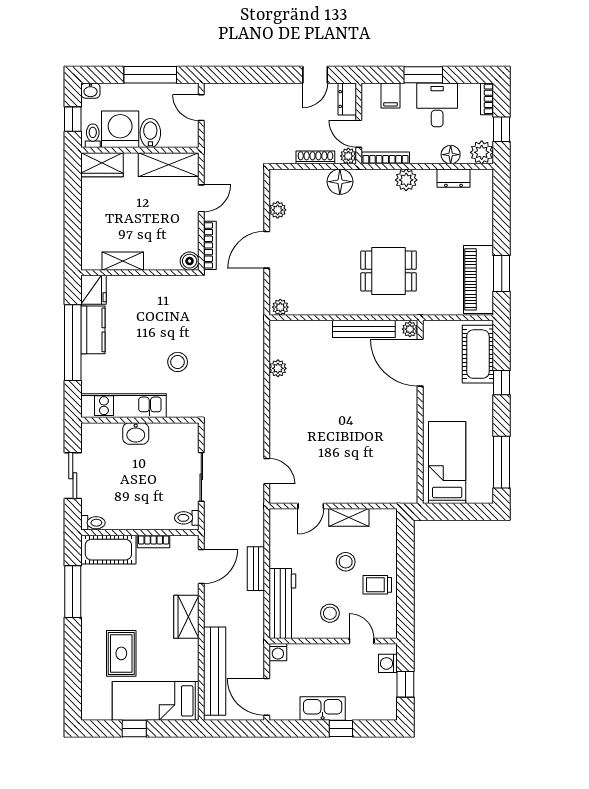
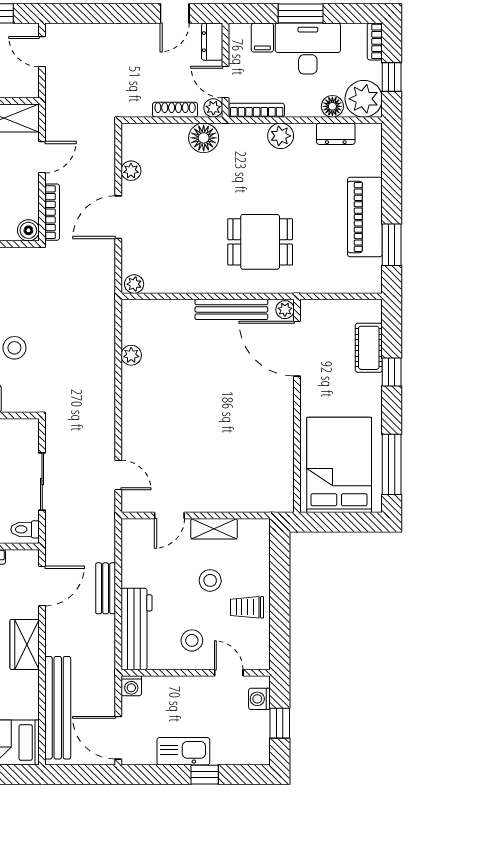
desk: (437, 105) -> (308, 49), width x1.37
plant: (482, 152) -> (364, 99), width x1.36, depth x1.36
piano: (479, 279) -> (365, 217), moved
cot: (478, 354) -> (369, 348), width x0.73, depth x0.75
bed: (447, 463) -> (339, 465), width x1.50

